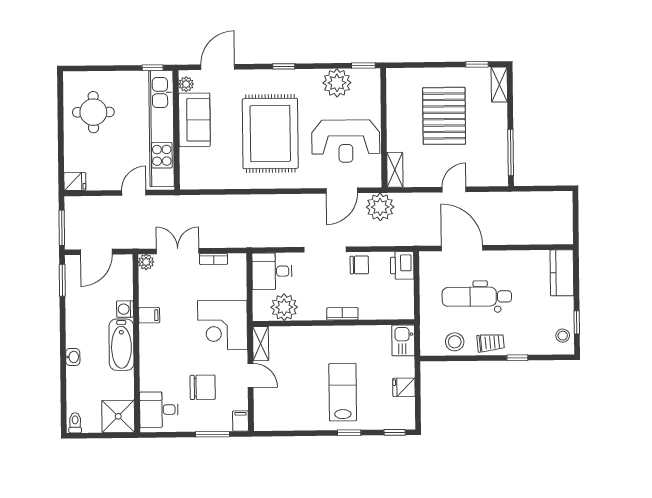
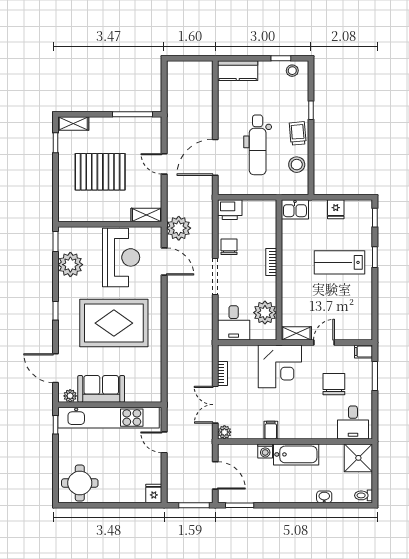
round table: (93, 112) -> (80, 483), moved
washbasin: (73, 357) -> (324, 497), moved

